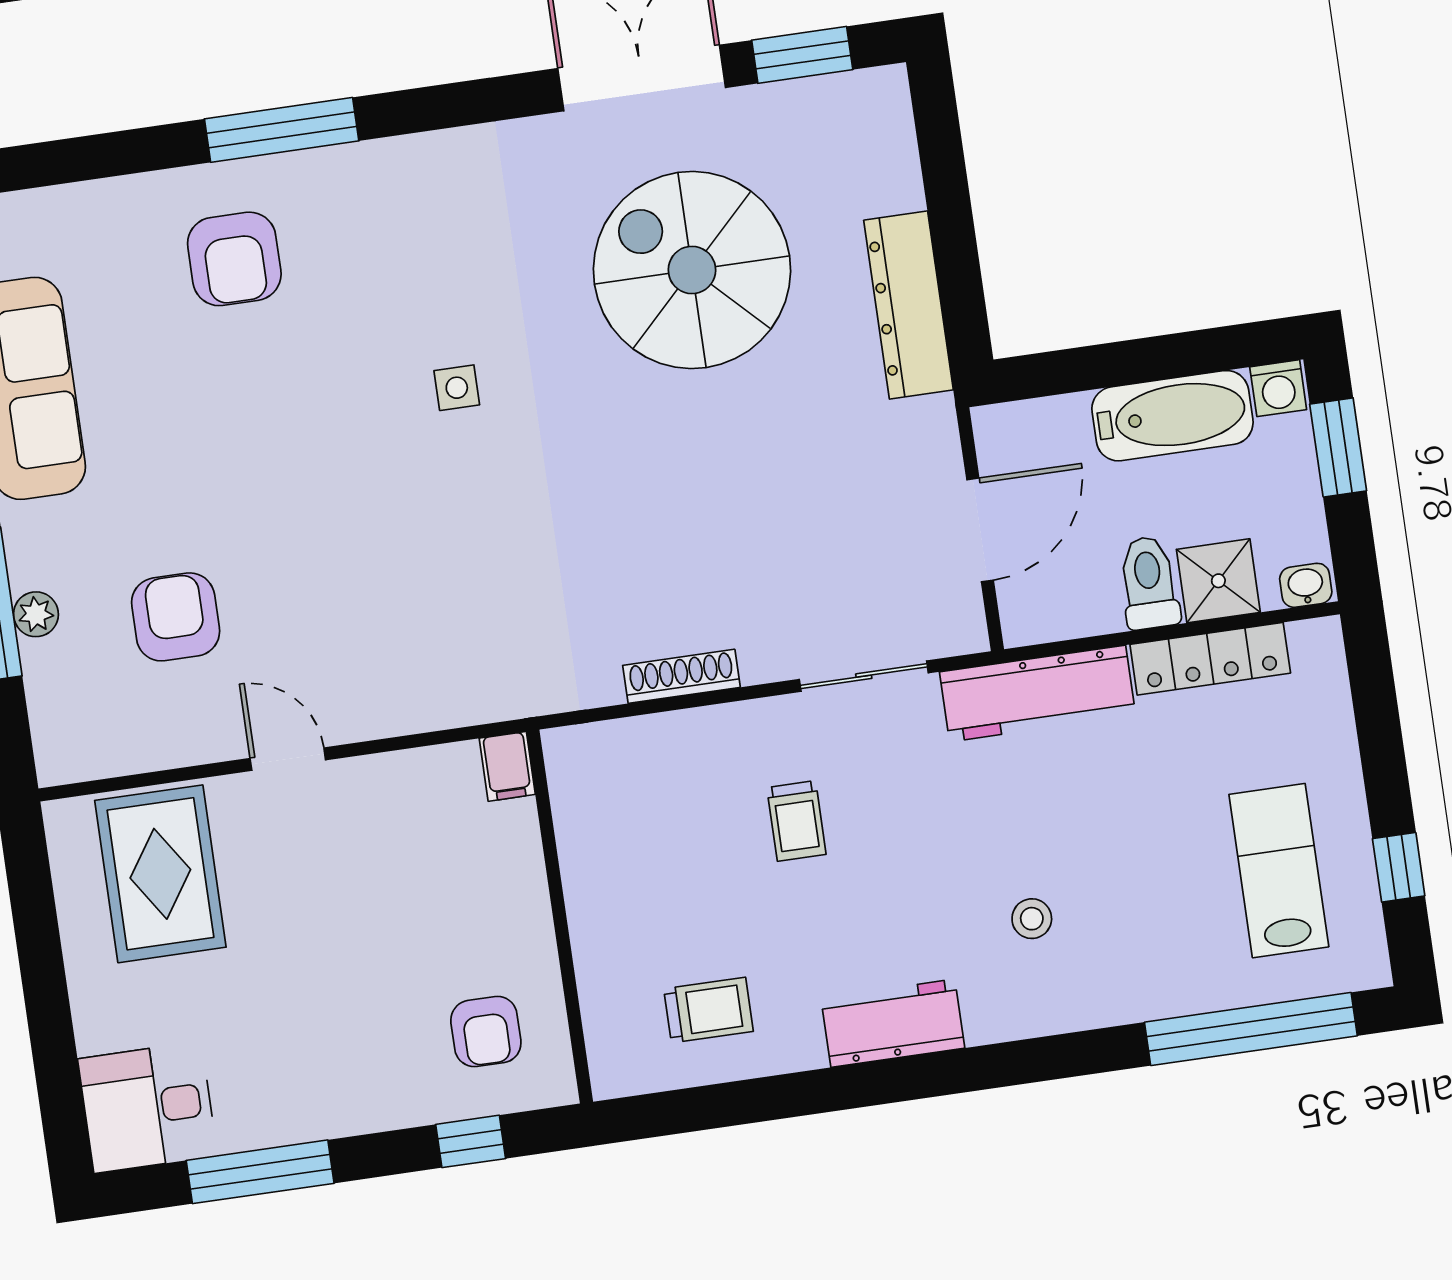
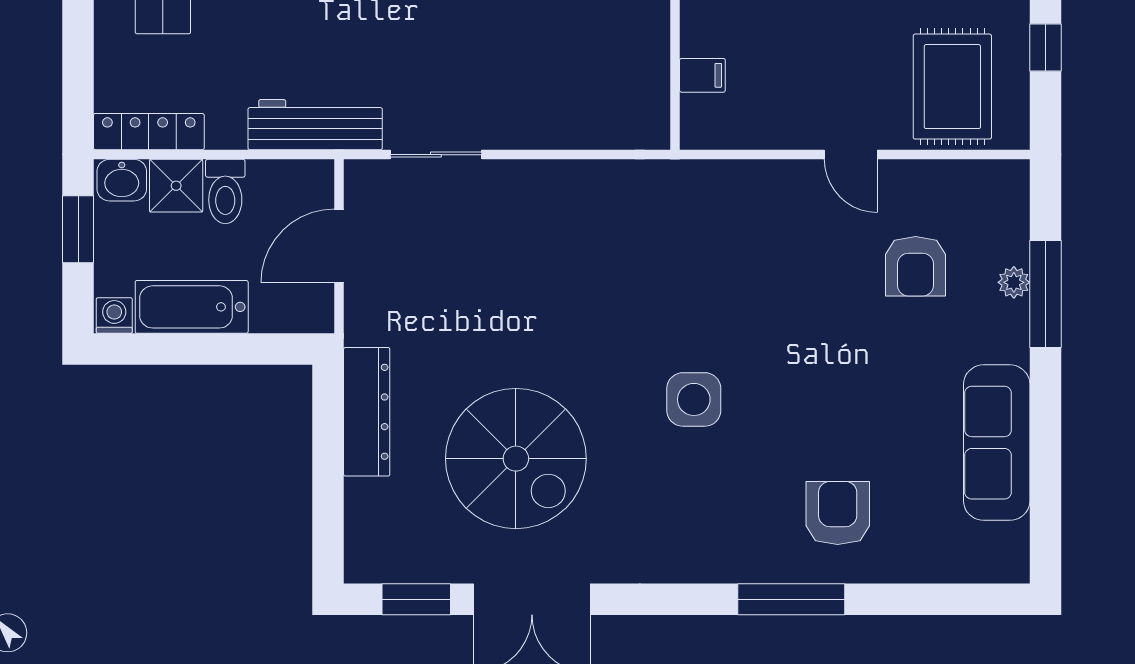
side table: (457, 388) -> (694, 399), width x1.87, depth x1.87
window: (1338, 447) -> (78, 229), moved
washbasin: (1306, 585) -> (122, 180), width x1.38, depth x1.45
locker: (1210, 659) -> (149, 132), moved
shoe rack: (682, 676) -> (565, 173), removed
filing cabinet: (507, 766) -> (702, 75), moved, turned 90
trolley: (796, 821) -> (498, 59), removed
window: (39, 947) -> (1045, 48), added

